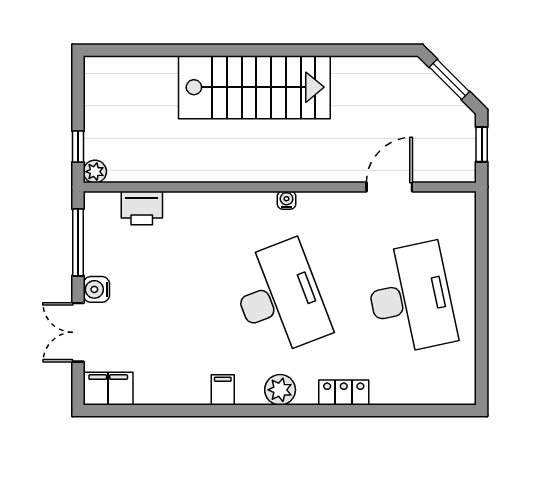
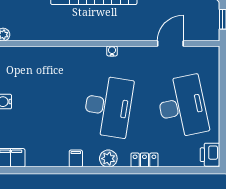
printer: (142, 208) -> (210, 155), moved, turned 90
desk: (280, 298) -> (108, 107), turned 30

